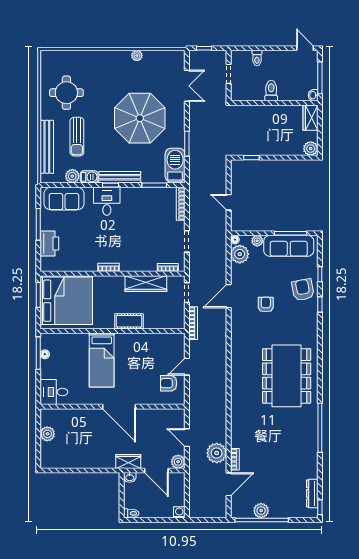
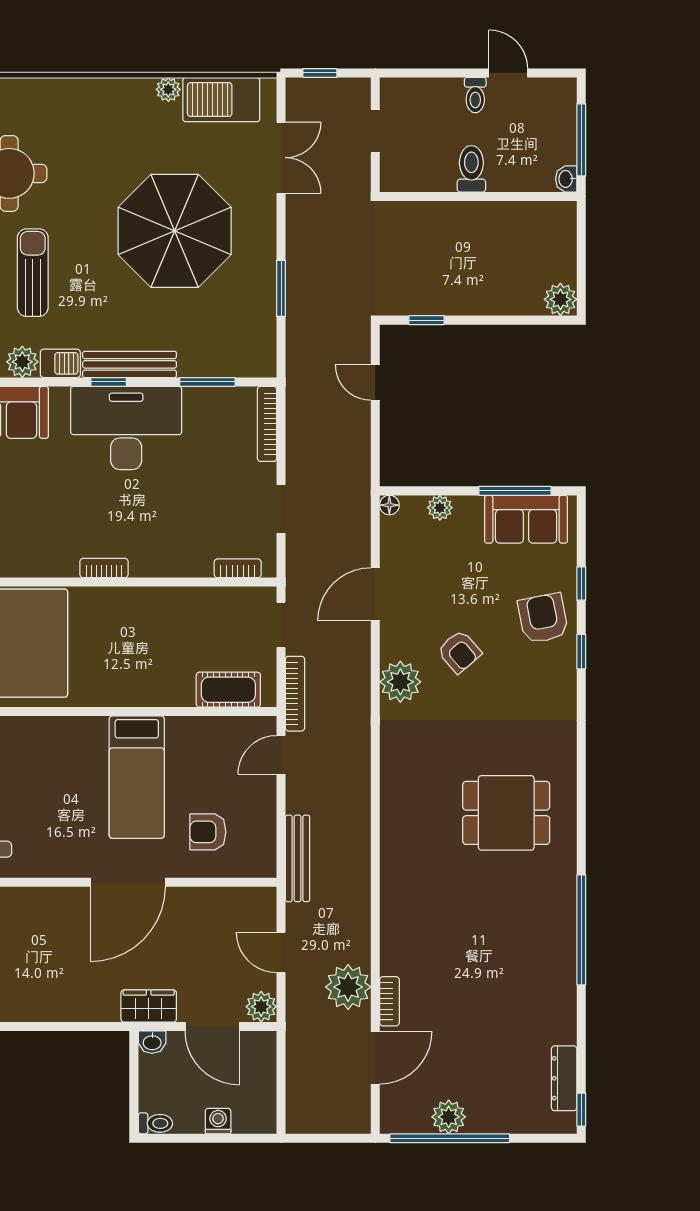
door: (305, 48) -> (508, 73), moved
toilet: (257, 58) -> (475, 95), moved
wardrobe: (310, 118) -> (560, 230), removed
sun lounger: (77, 137) -> (33, 273), turned 180
barbecue: (175, 165) -> (221, 100), moved, turned -90
desk: (107, 201) -> (126, 428), width x1.87, depth x1.30
door: (229, 202) -> (375, 382), moved
sofa: (289, 246) -> (526, 519), width x0.73
plant: (240, 254) -> (400, 682), moved
wardrobe: (146, 284) -> (189, 605), removed
door: (229, 296) -> (375, 594), moved
armchair: (266, 305) -> (459, 652), turned 139
cot: (129, 321) -> (228, 690), moved
bed: (102, 360) -> (137, 777), moved
door: (187, 367) -> (281, 755), moved
dining table: (287, 376) -> (506, 813), width x0.53, depth x0.80
armchair: (169, 383) -> (208, 832), moved
bench: (194, 396) -> (298, 858), added
door: (119, 407) -> (128, 882), hinge flipped
washing machine: (179, 512) -> (218, 1121), moved

